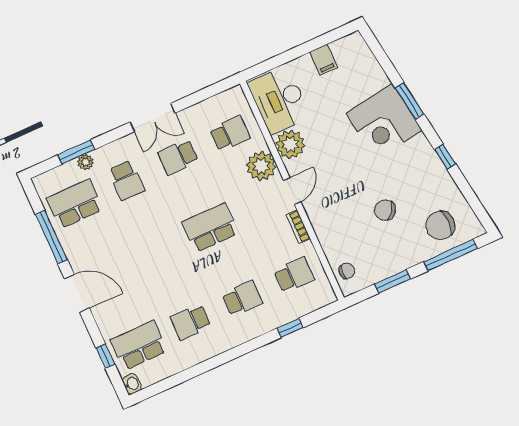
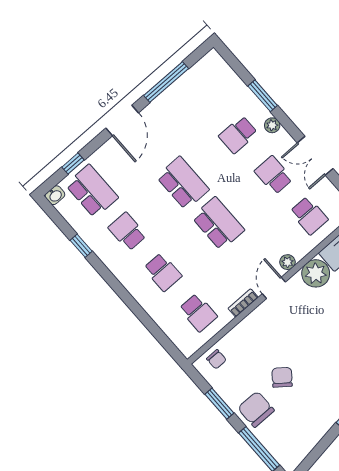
double door: (153, 118) -> (315, 156), moved
window: (76, 152) -> (263, 96), moved
plant: (86, 162) -> (272, 125), moved
plant: (261, 166) -> (287, 262), width x0.53, depth x0.53
door: (292, 191) -> (274, 288), swing flipped
school desk: (75, 204) -> (183, 183), moved
chair: (440, 225) -> (256, 409), moved
window: (290, 328) -> (81, 246), moved

